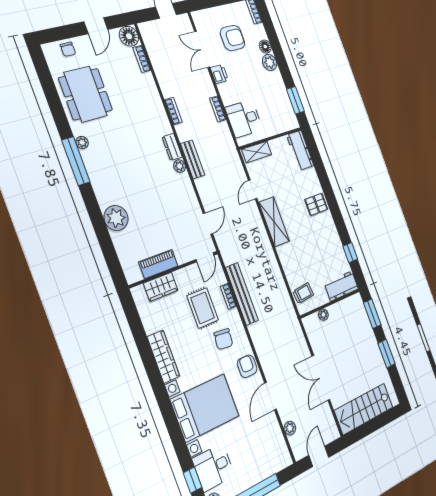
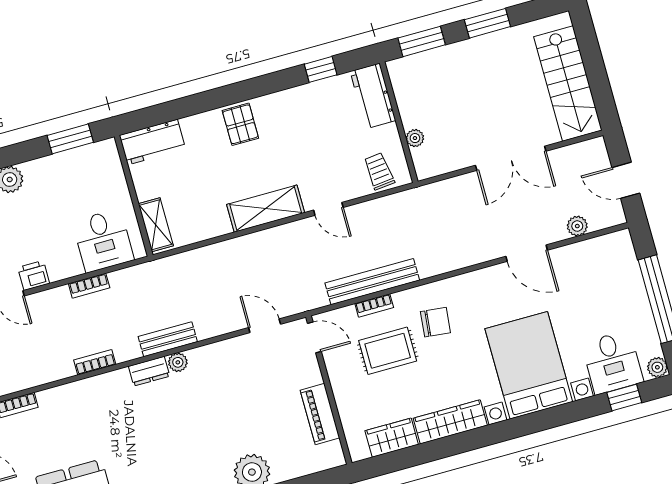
door: (253, 189) -> (328, 209), moved
wardrobe: (161, 287) -> (392, 438), moved, turned -90
armchair: (247, 366) -> (479, 287), removed

